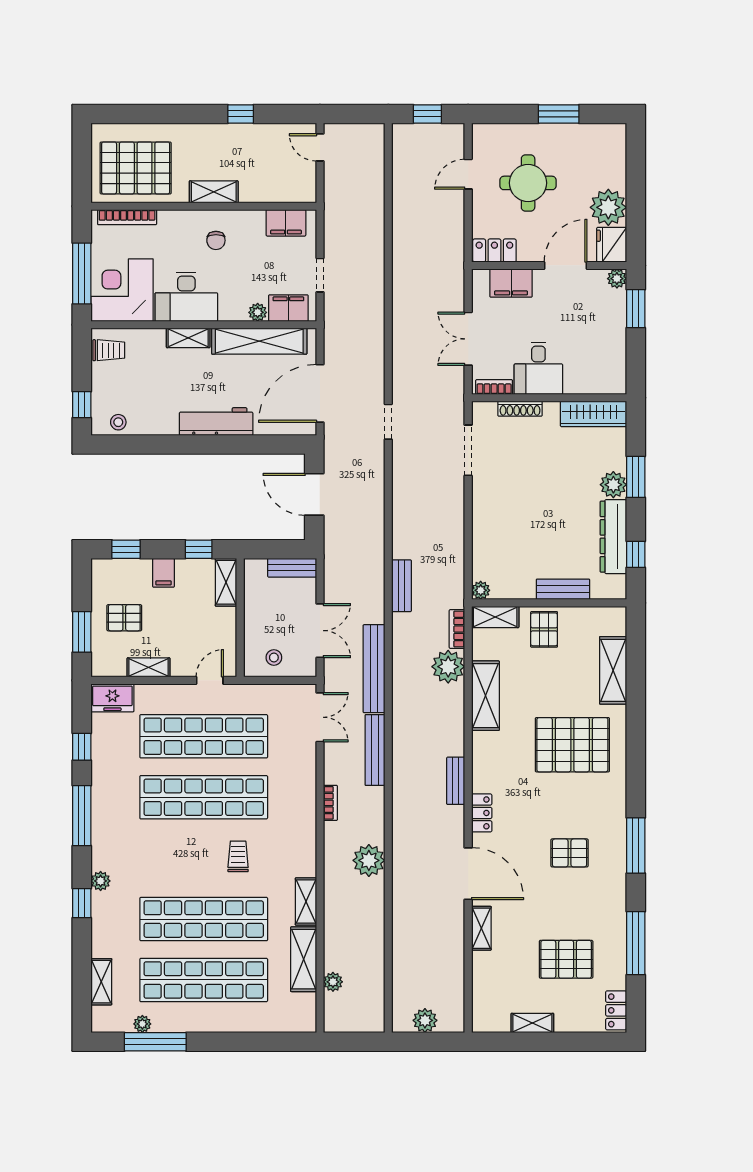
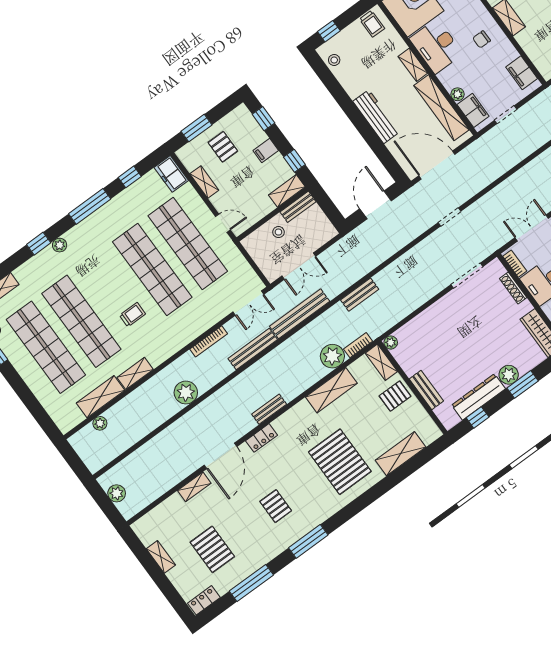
bench: (292, 568) -> (298, 207), moved, turned 90
stool: (274, 657) -> (278, 232), moved
bookcase: (330, 803) -> (209, 341), width x1.56

